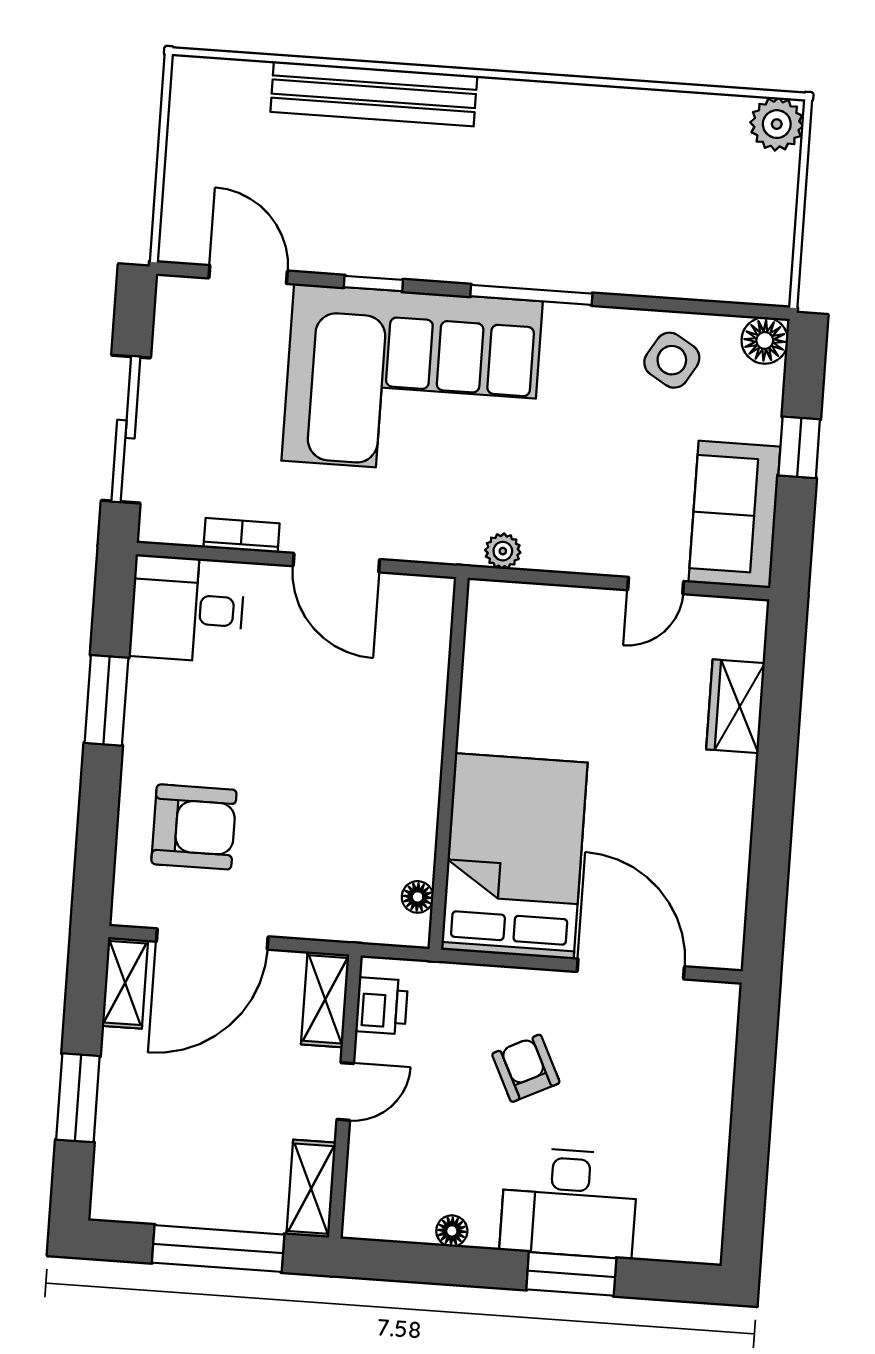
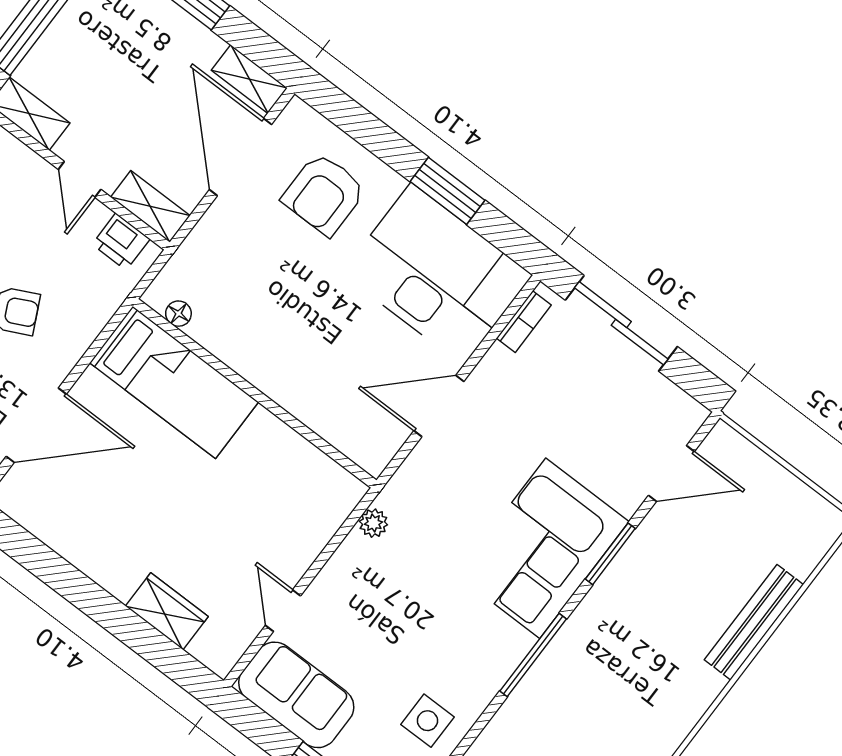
bench: (374, 94) -> (754, 622), width x0.73, depth x0.82
window: (373, 284) -> (610, 554), width x1.50
side table: (672, 360) -> (427, 721), turned -31
corner sofa: (412, 381) -> (543, 548), width x0.73, depth x0.74
bookcase: (242, 535) -> (524, 322), moved
desk: (187, 609) -> (437, 274), width x1.87, depth x1.30
bed: (514, 856) -> (174, 382), width x0.67

